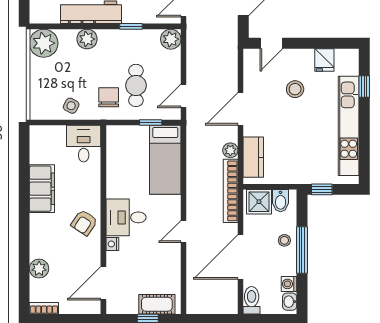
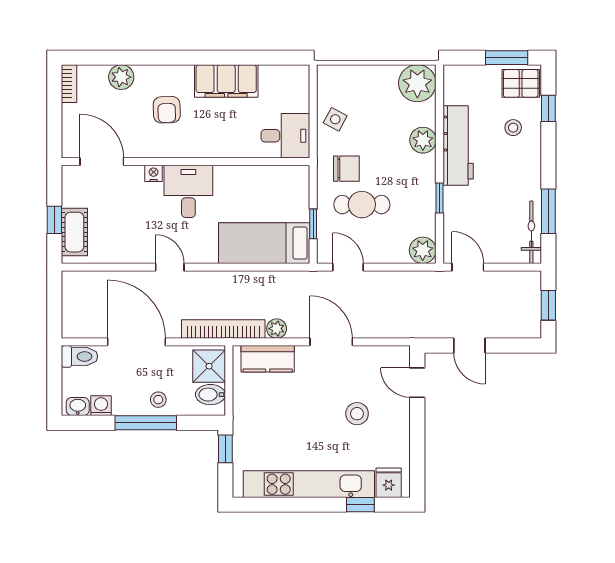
fridge: (324, 60) -> (389, 483), moved, turned 90
armchair: (84, 223) -> (167, 110), moved, turned -126

